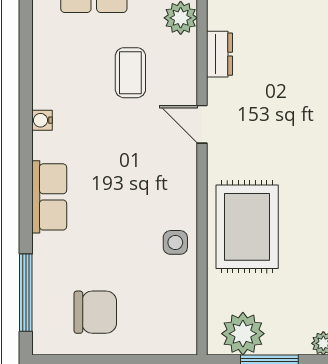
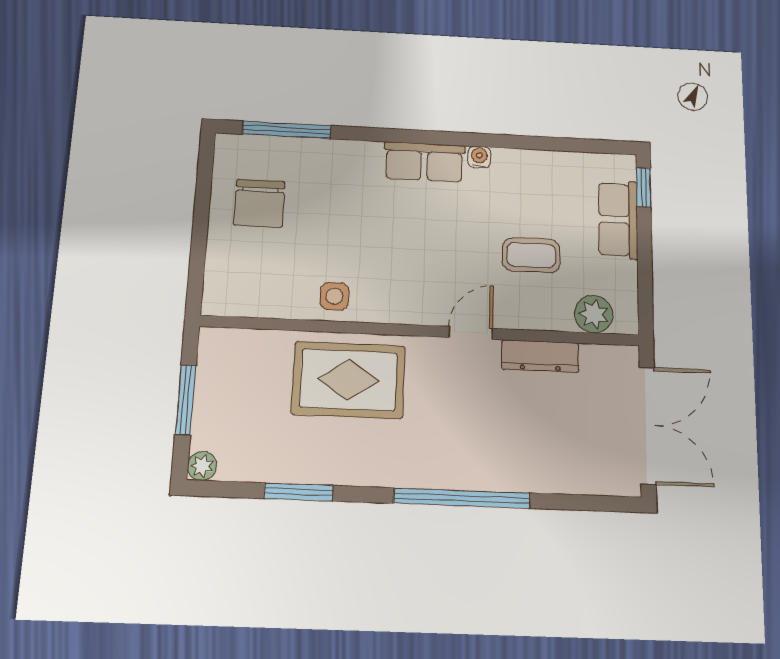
dresser: (220, 54) -> (540, 356), width x1.44
row of seats: (49, 197) -> (424, 162), moved
plant: (243, 334) -> (221, 370), removed

